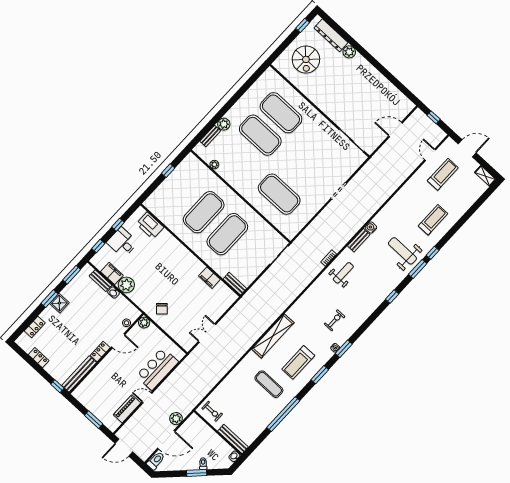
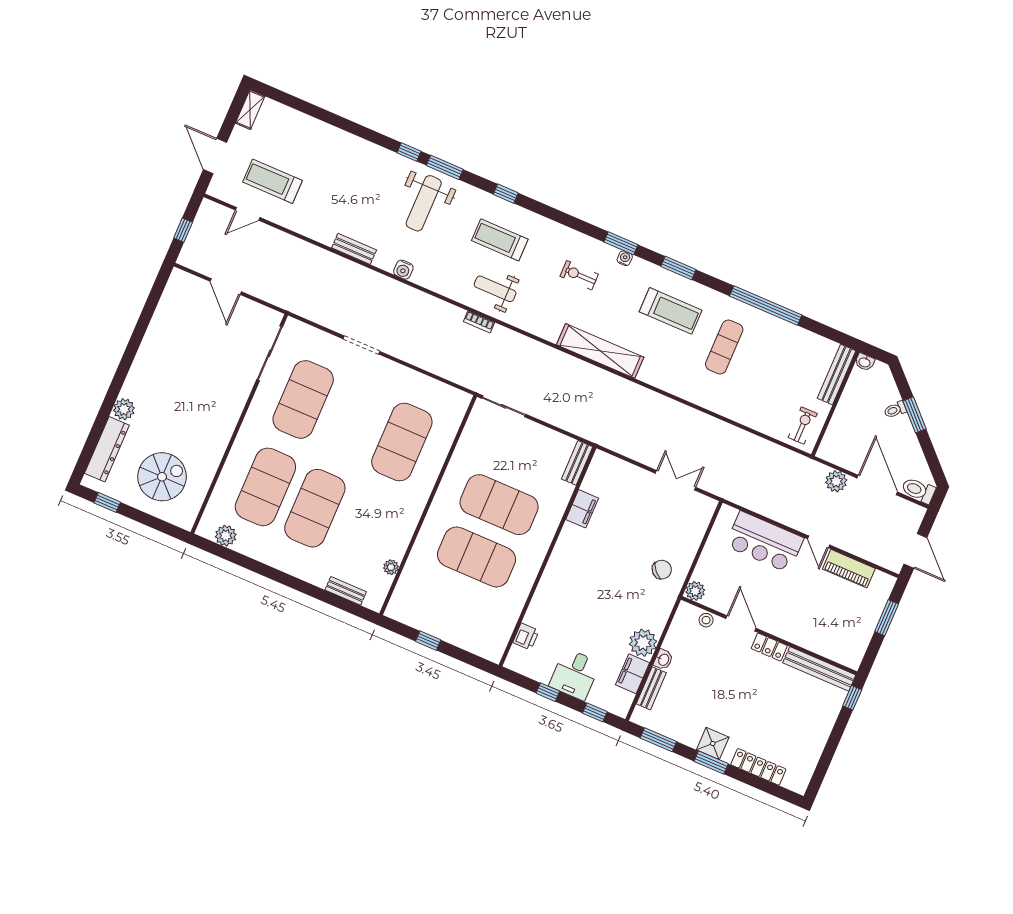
plant: (224, 124) -> (226, 536), moved
exercise mat: (321, 149) -> (303, 399), added
treadmill: (433, 220) -> (500, 240), moved
printer: (150, 226) -> (526, 637), width x0.53, depth x0.68
bench: (359, 240) -> (354, 249), moved
locker: (35, 327) -> (758, 767), width x1.53
double door: (207, 333) -> (676, 480), swing flipped
shelving: (273, 336) -> (600, 351), moved
locker: (39, 358) -> (816, 746), removed

